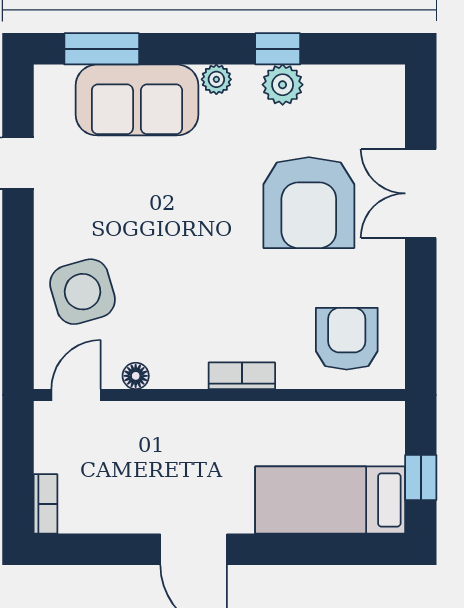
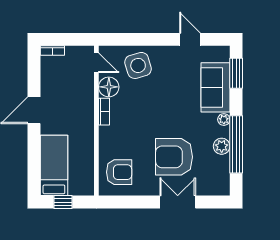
window: (278, 49) -> (236, 144), width x3.17
floor lamp: (136, 376) -> (109, 87), width x1.89, depth x1.89
bookcase: (242, 376) -> (104, 112), moved

